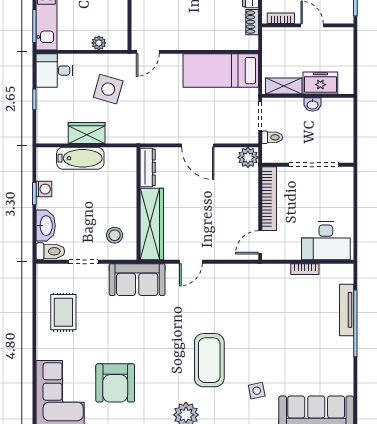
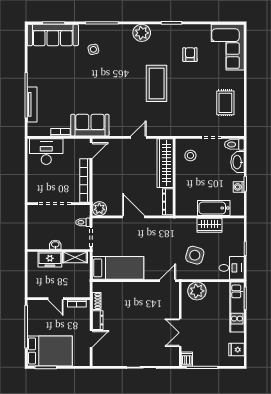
plant: (99, 43) -> (197, 291), width x1.88, depth x1.88
sofa: (137, 280) -> (90, 125), moved
coffee table: (209, 360) -> (157, 83), moved
armchair: (115, 383) -> (190, 55), width x0.53, depth x0.53

